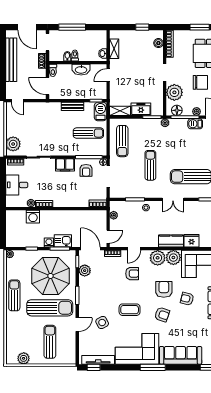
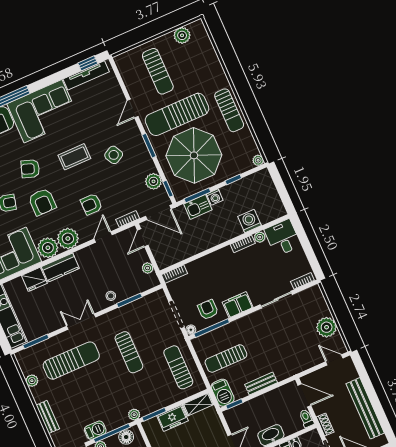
plant: (13, 144) -> (327, 327), moved
desk: (17, 185) -> (283, 238), moved, turned -90
side table: (102, 323) -> (114, 155), moved

